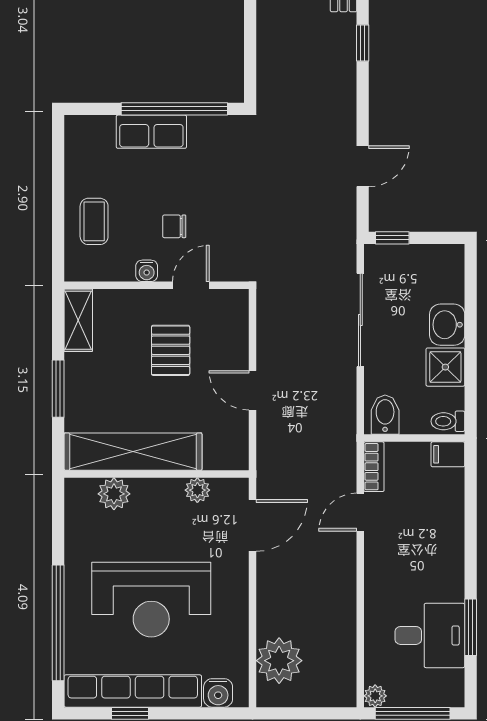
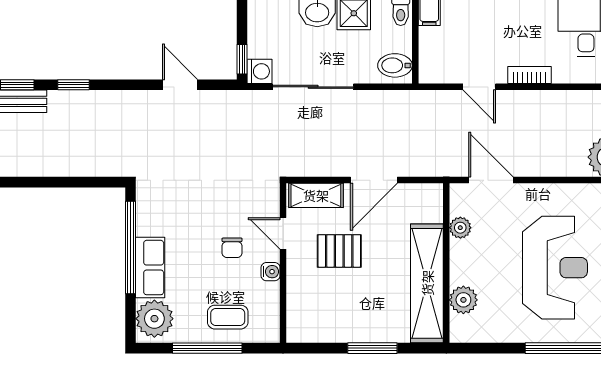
plant: (92, 137) -> (154, 319), added
window: (58, 198) -> (207, 348), added
washing machine: (378, 258) -> (259, 71), added
shelving: (78, 320) -> (316, 195), moved
door: (252, 390) -> (374, 180), width x1.38
bookcase: (374, 467) -> (529, 75), moved

